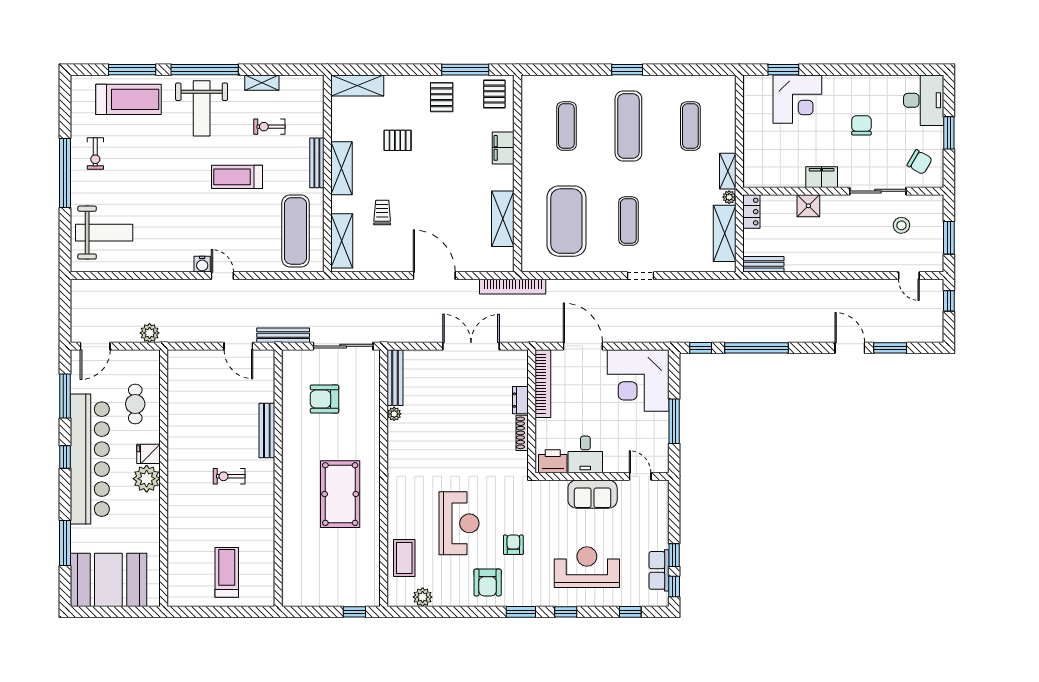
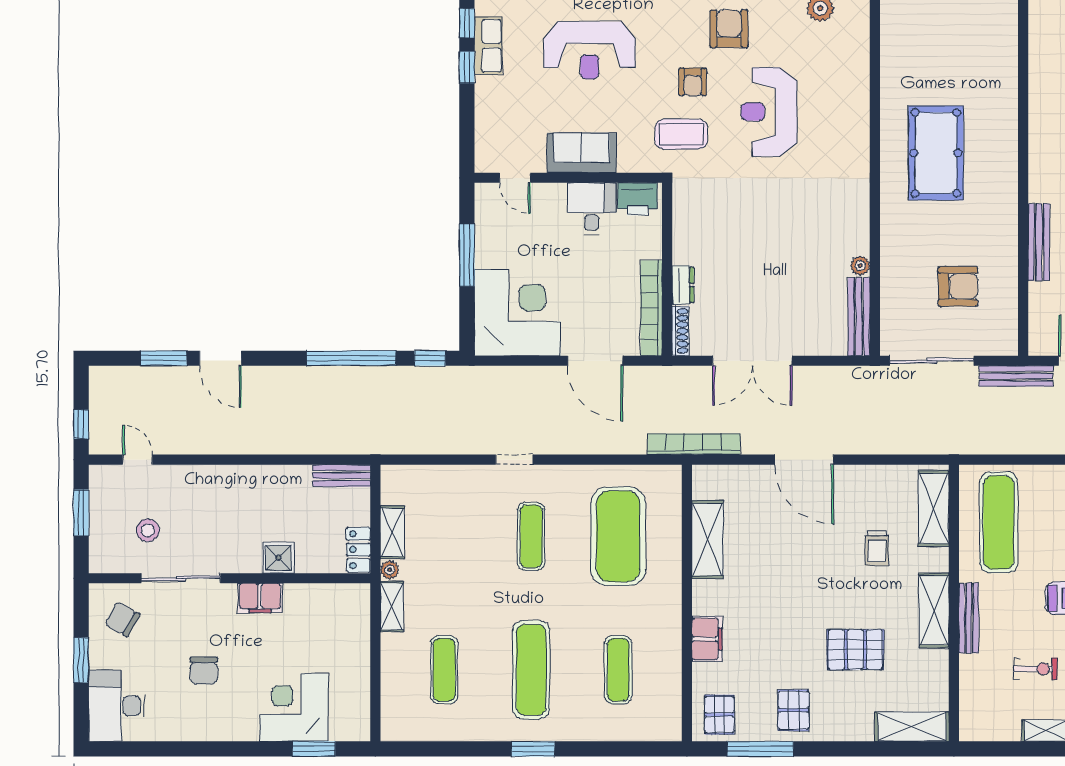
pallet: (398, 140) -> (855, 650), width x1.50, depth x1.42
shelving: (725, 233) -> (392, 532), width x0.67, depth x0.75
shoe rack: (522, 433) -> (681, 331), moved
coffee table: (404, 558) -> (681, 134), moved, turned 90

